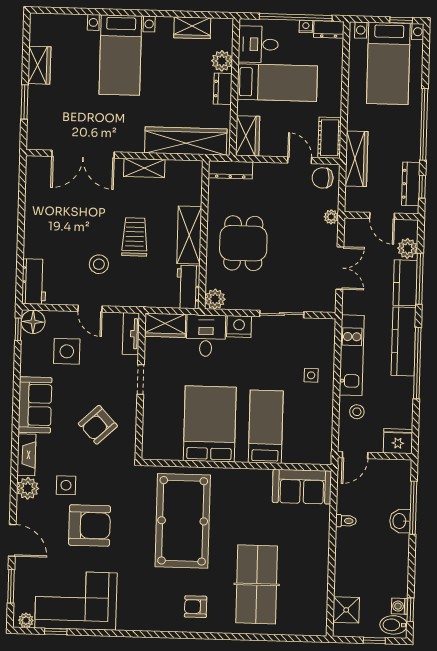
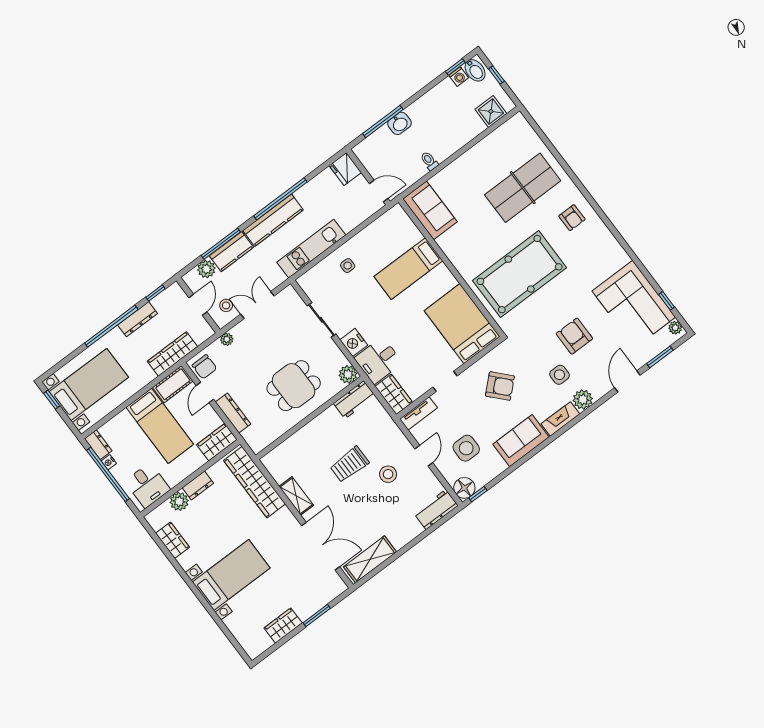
bed: (277, 83) -> (160, 426), moved, turned 180
dresser: (230, 170) -> (233, 413), moved
dresser: (411, 184) -> (137, 319), moved
shelving: (189, 235) -> (370, 559), moved
stool: (357, 412) -> (226, 305), moved
bed: (210, 424) -> (462, 324), moved, turned 90
armchair: (90, 525) -> (574, 336), width x0.73, depth x0.73

